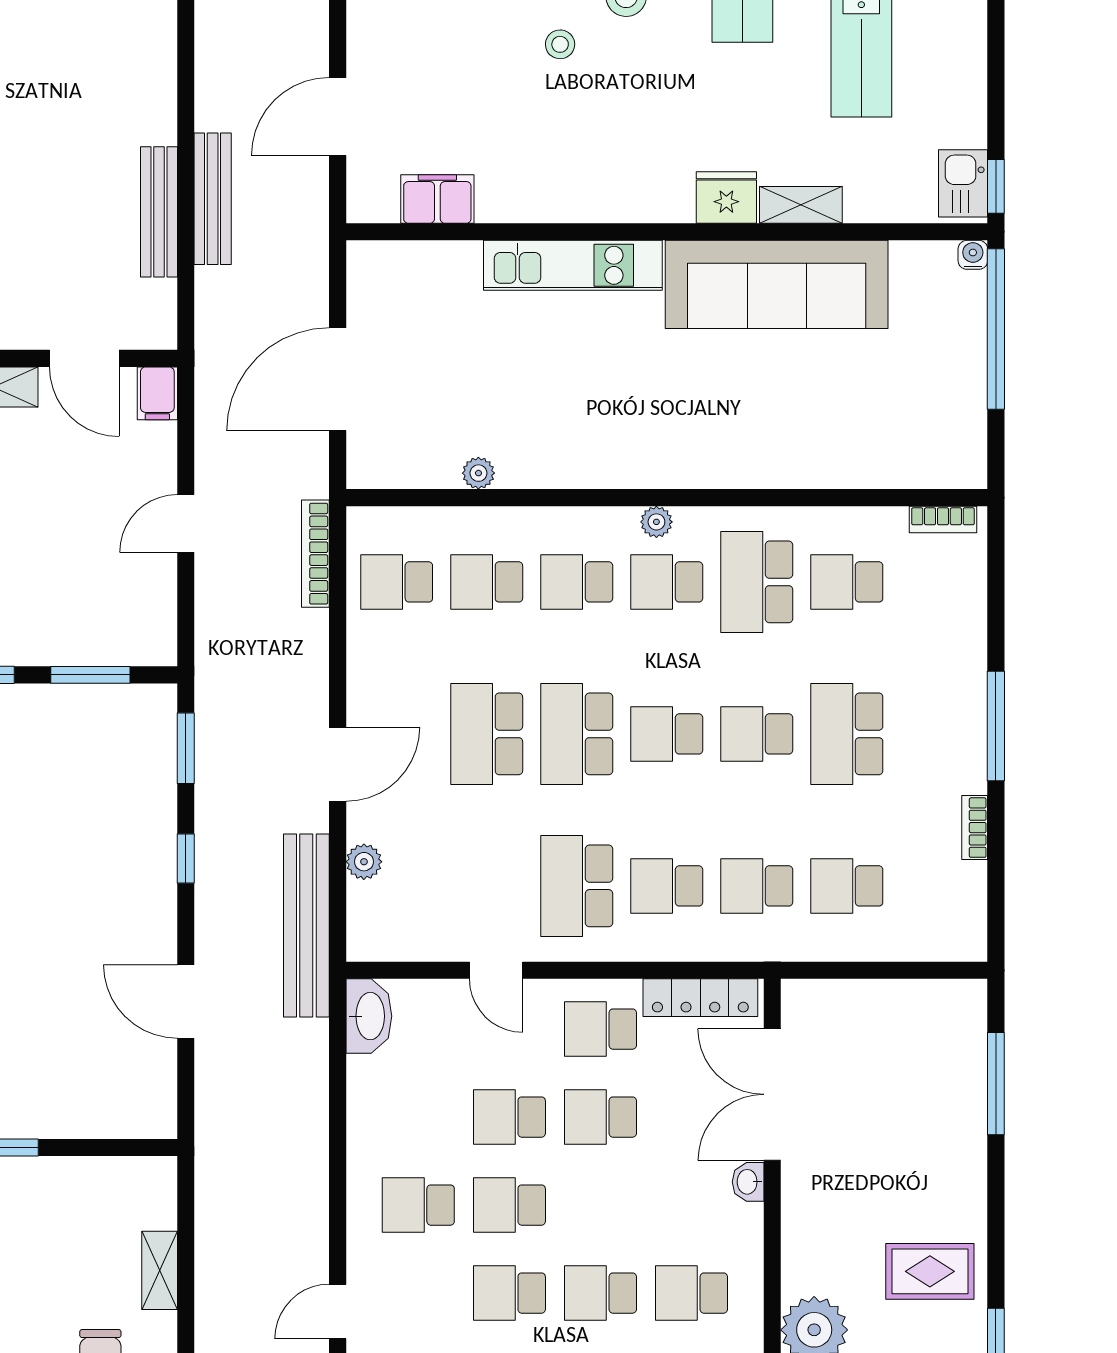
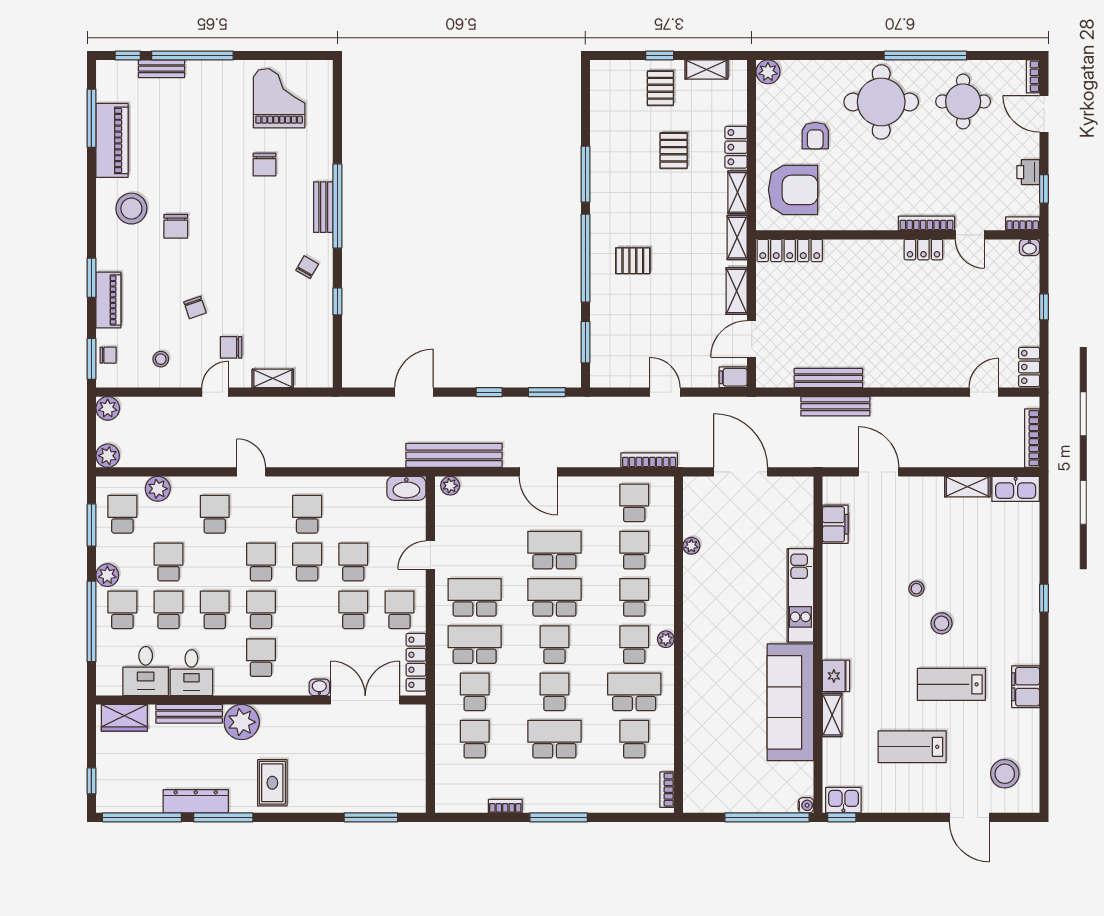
plant: (364, 862) -> (450, 486), moved
school desk: (667, 886) -> (475, 645), width x1.85

